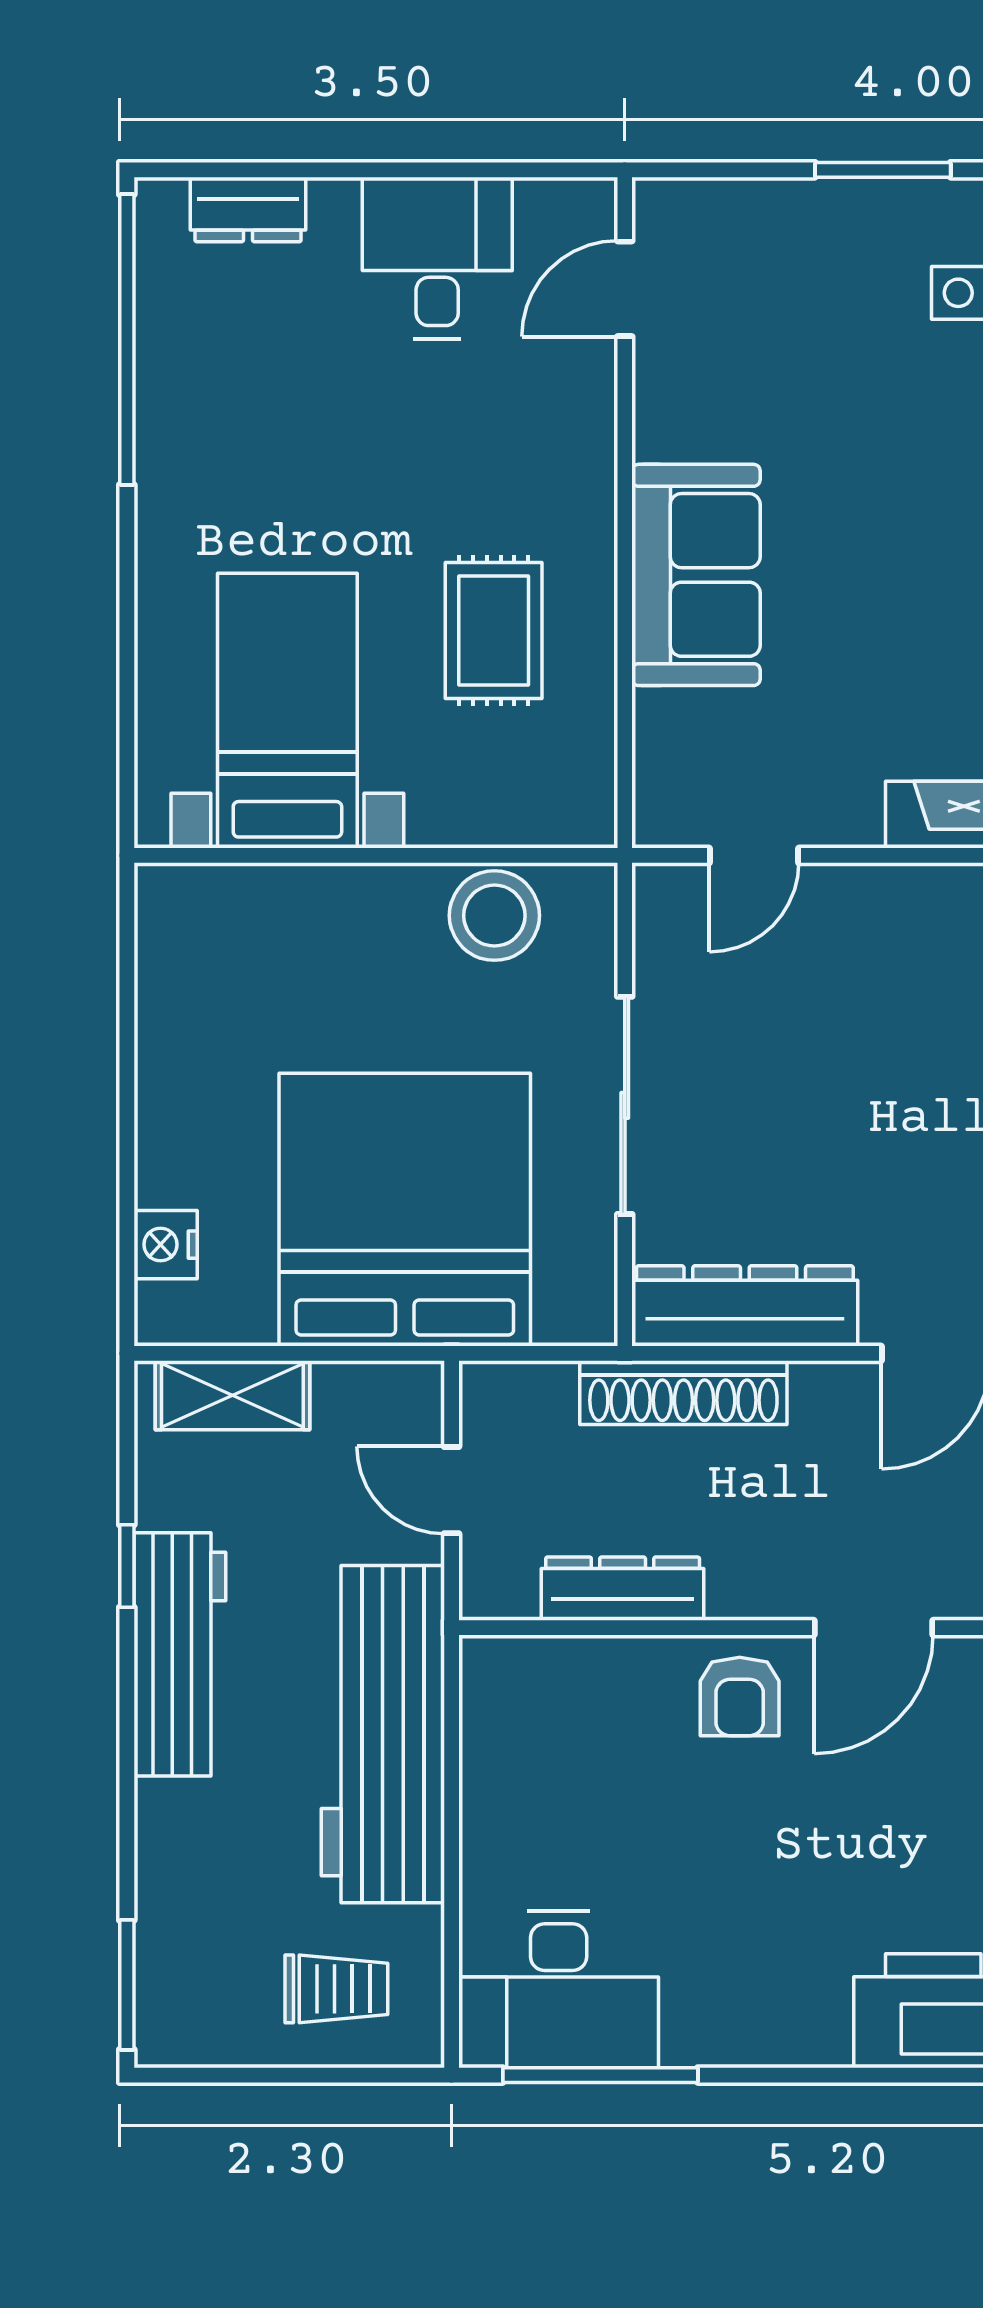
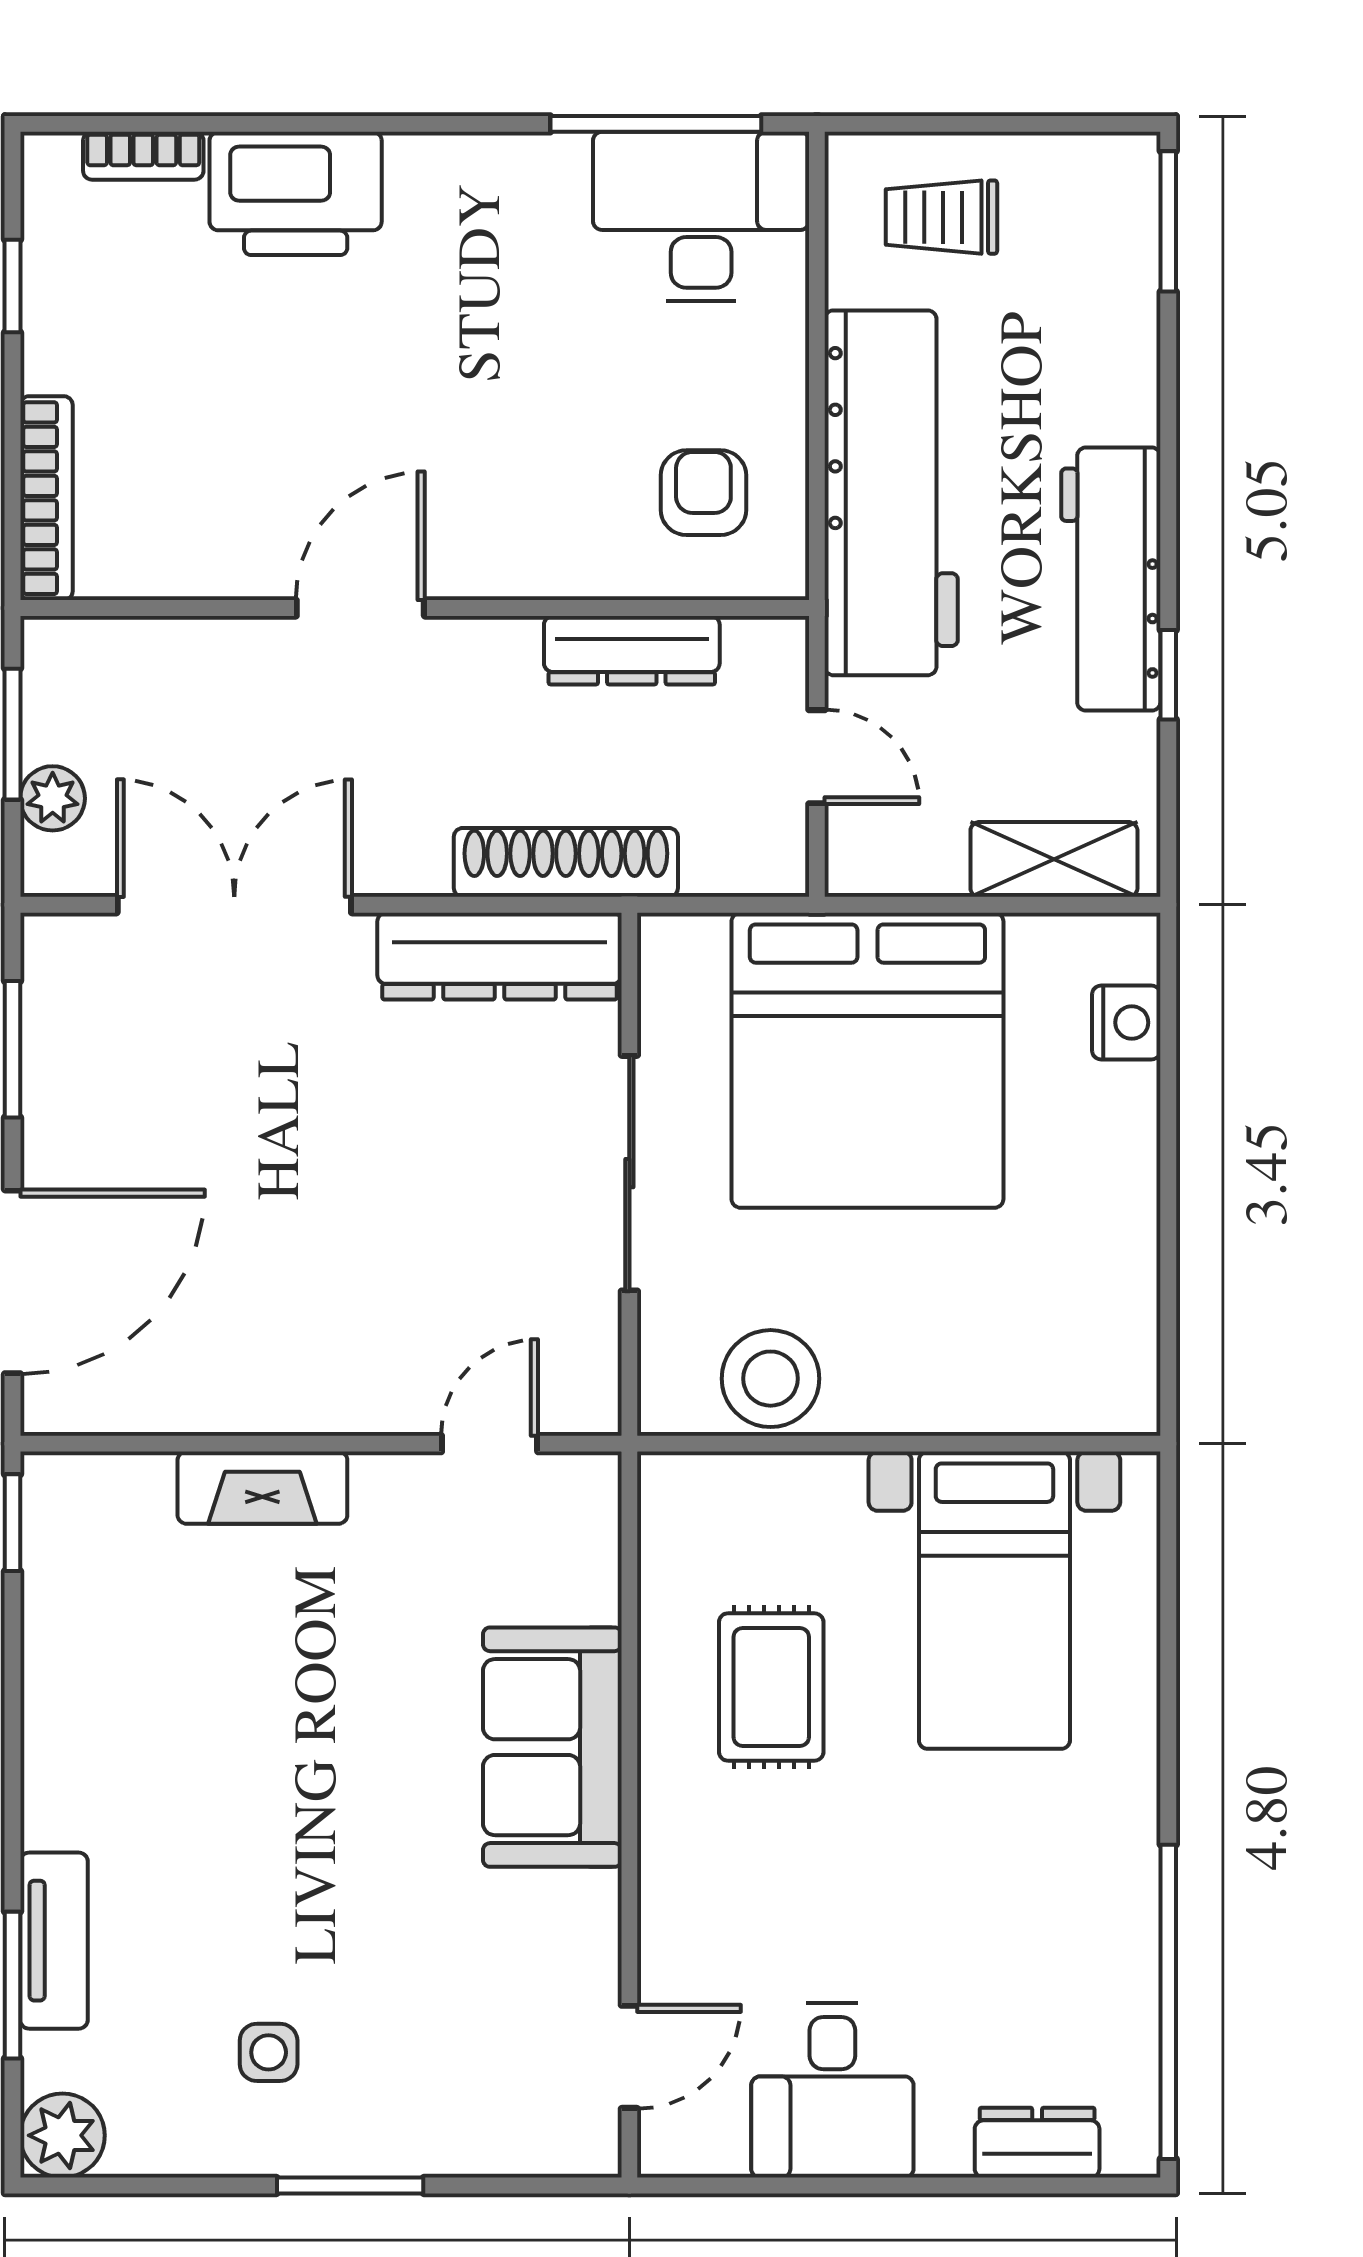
armchair: (740, 1697) -> (703, 493), moved

